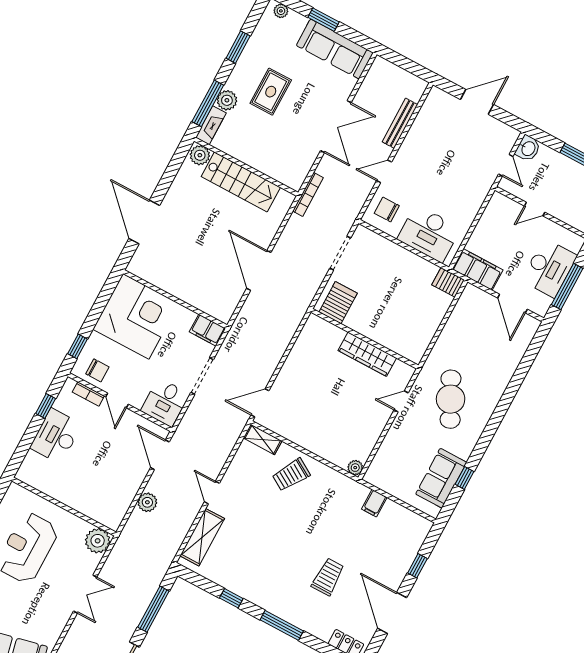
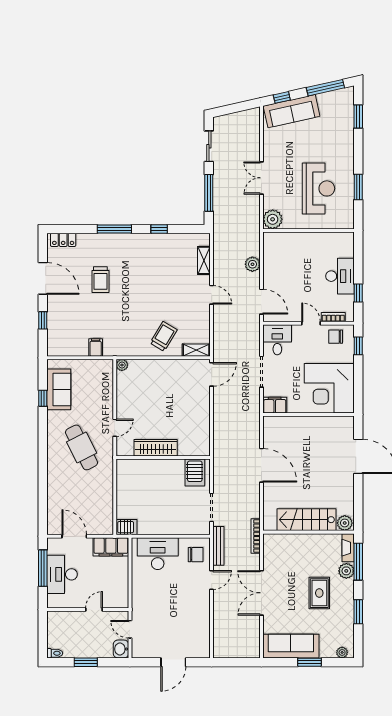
bench: (400, 123) -> (218, 546), moved
shelving: (202, 537) -> (204, 260), width x0.67, depth x0.75

